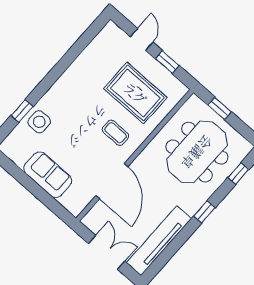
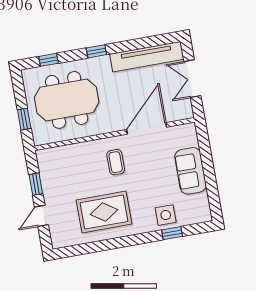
rug: (135, 93) -> (104, 212), moved, turned 90

